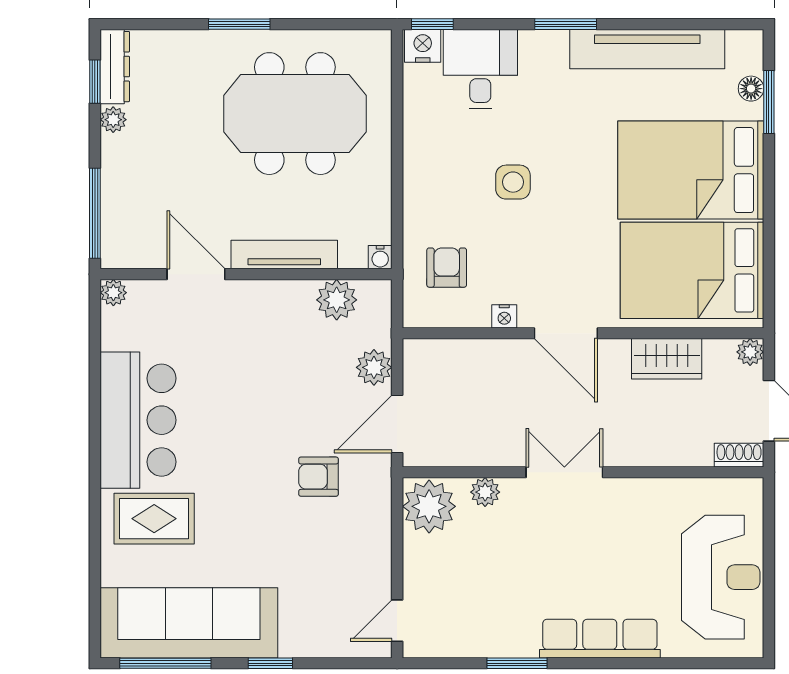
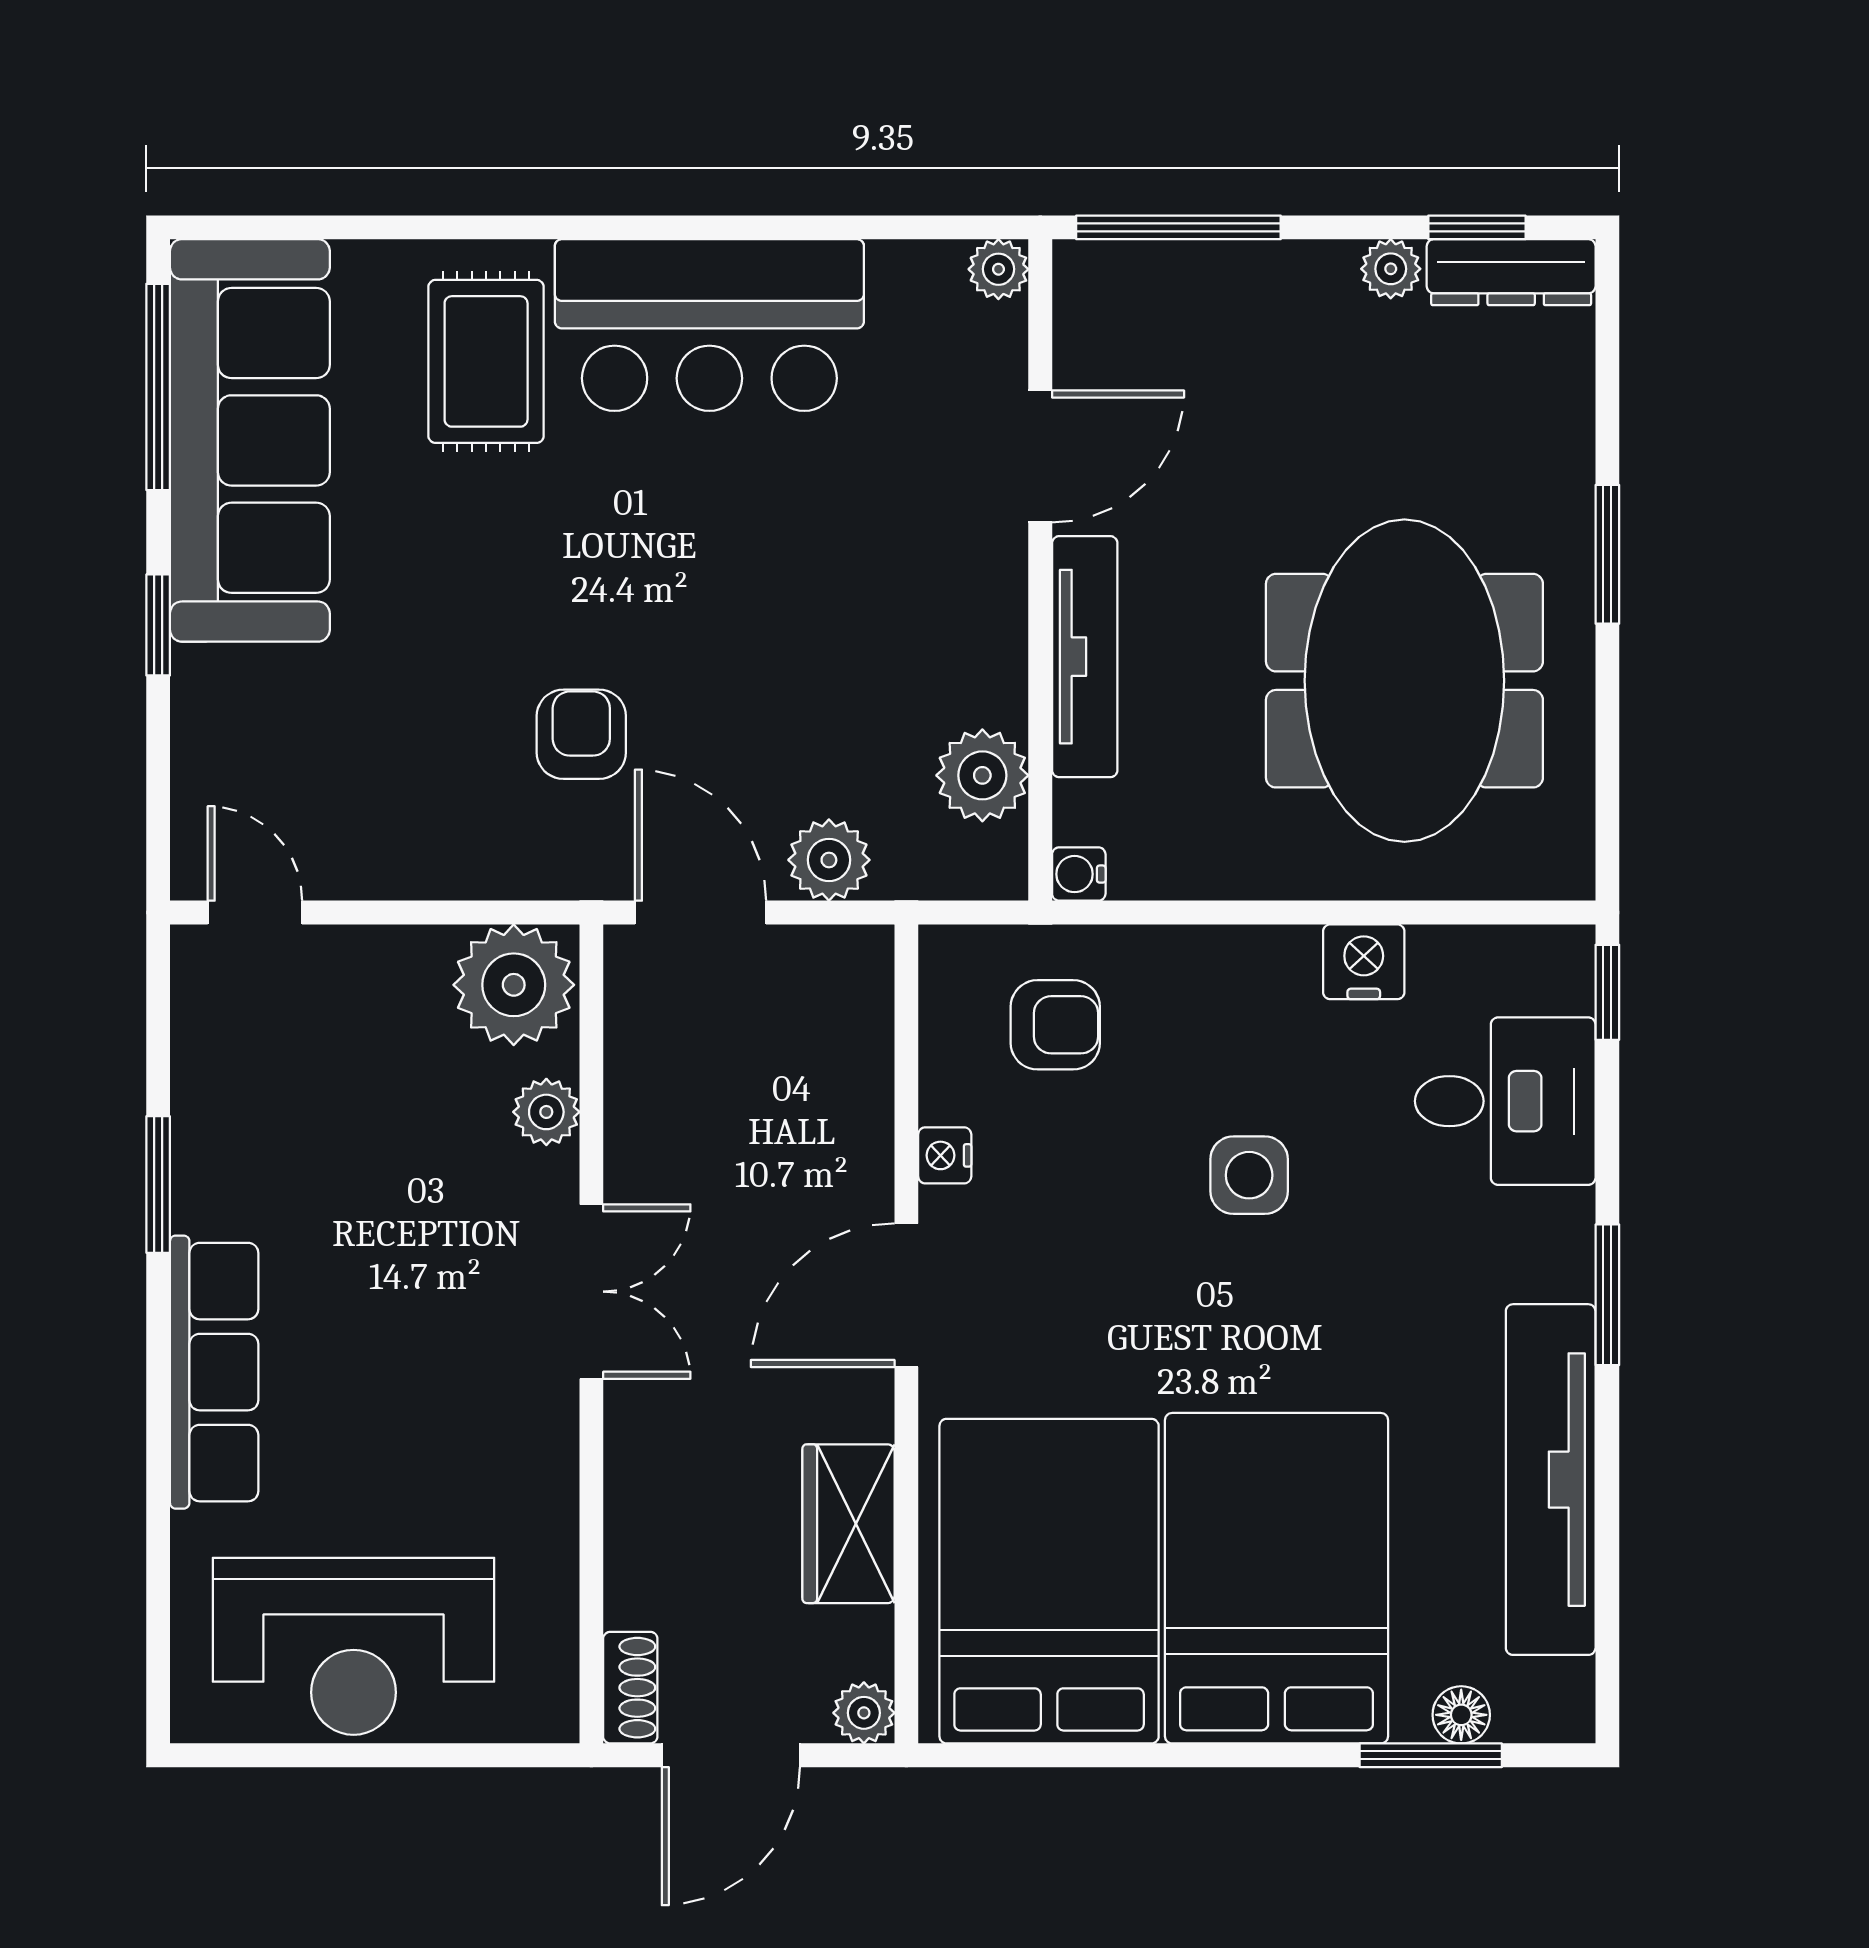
nightstand: (423, 46) -> (1364, 962), moved, turned -90

